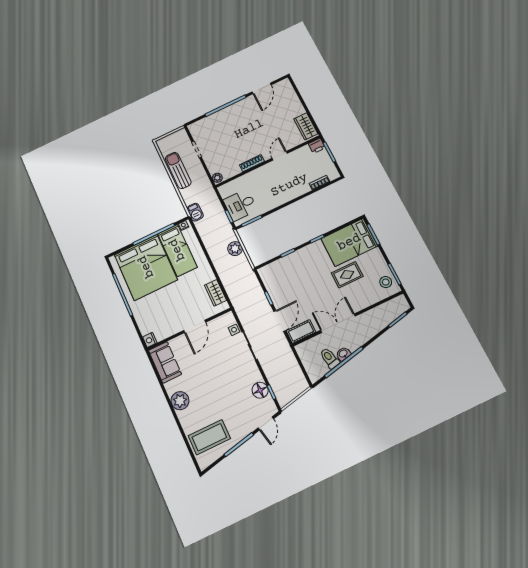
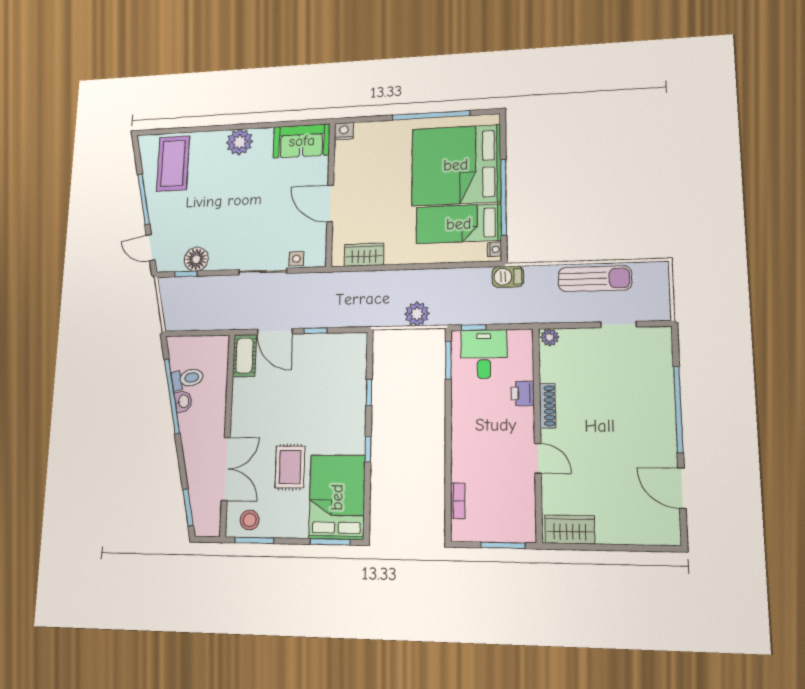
printer: (317, 146) -> (523, 393), moved
double door: (338, 323) -> (226, 469), moved

